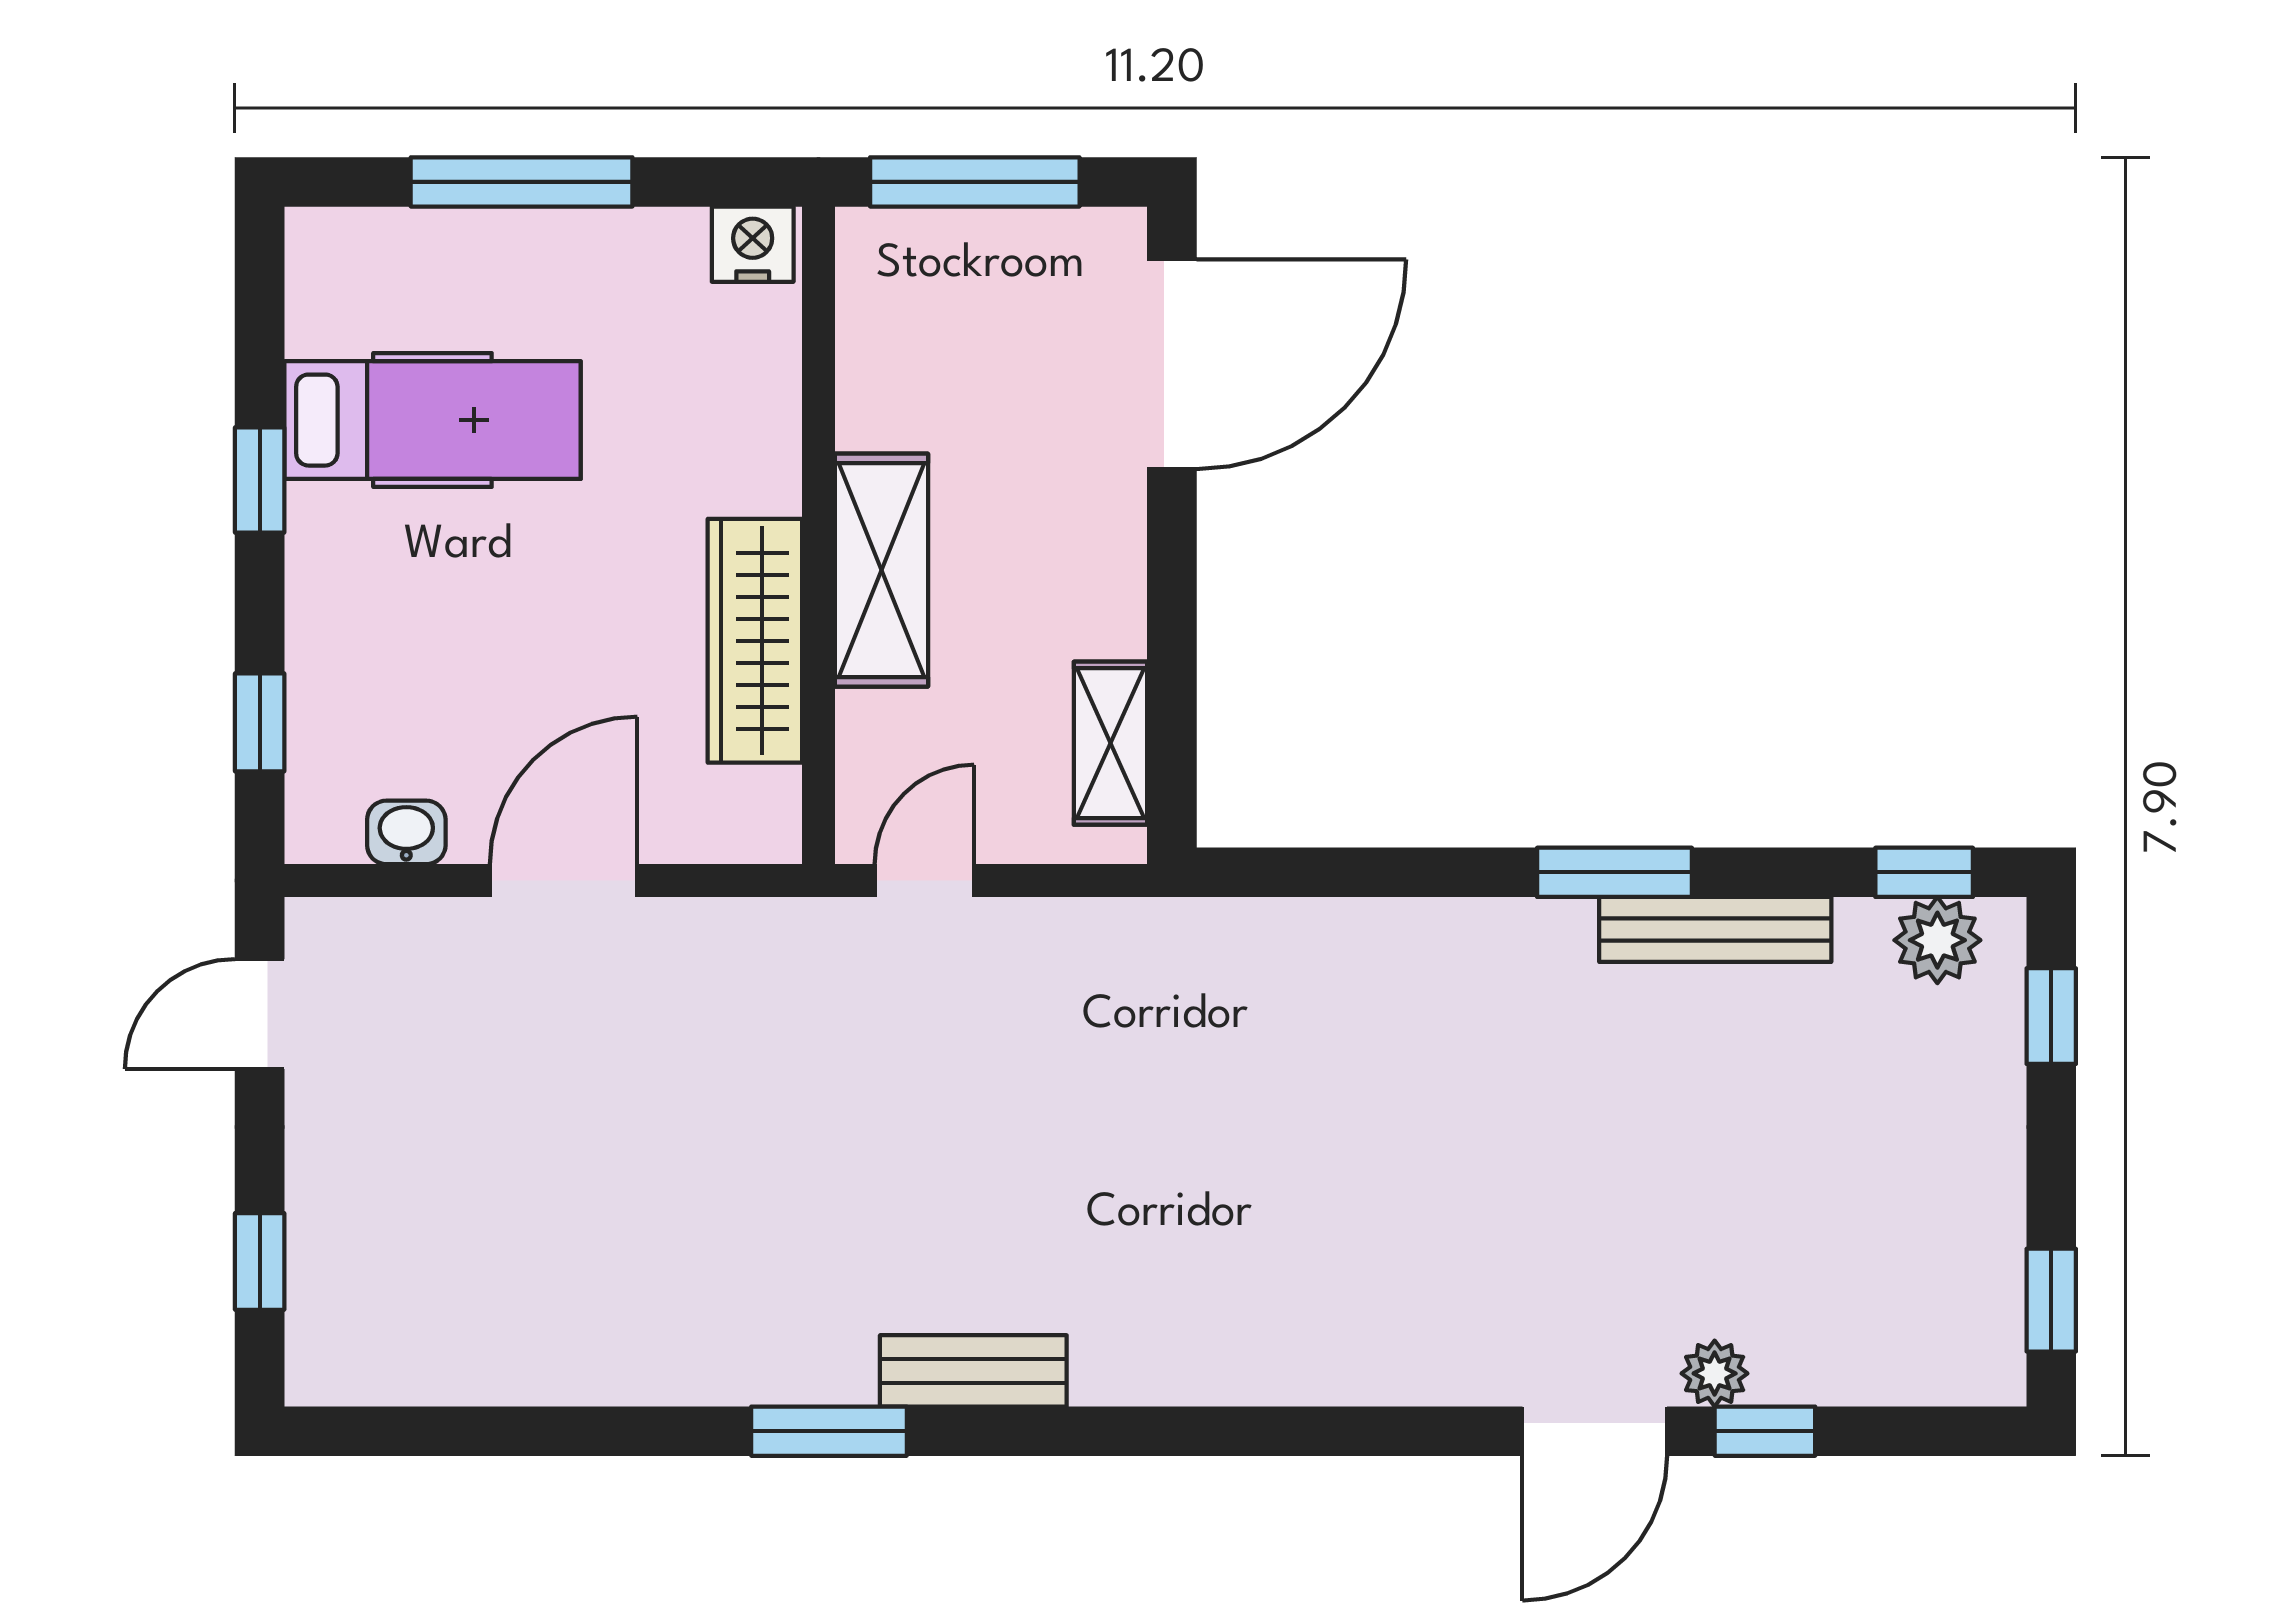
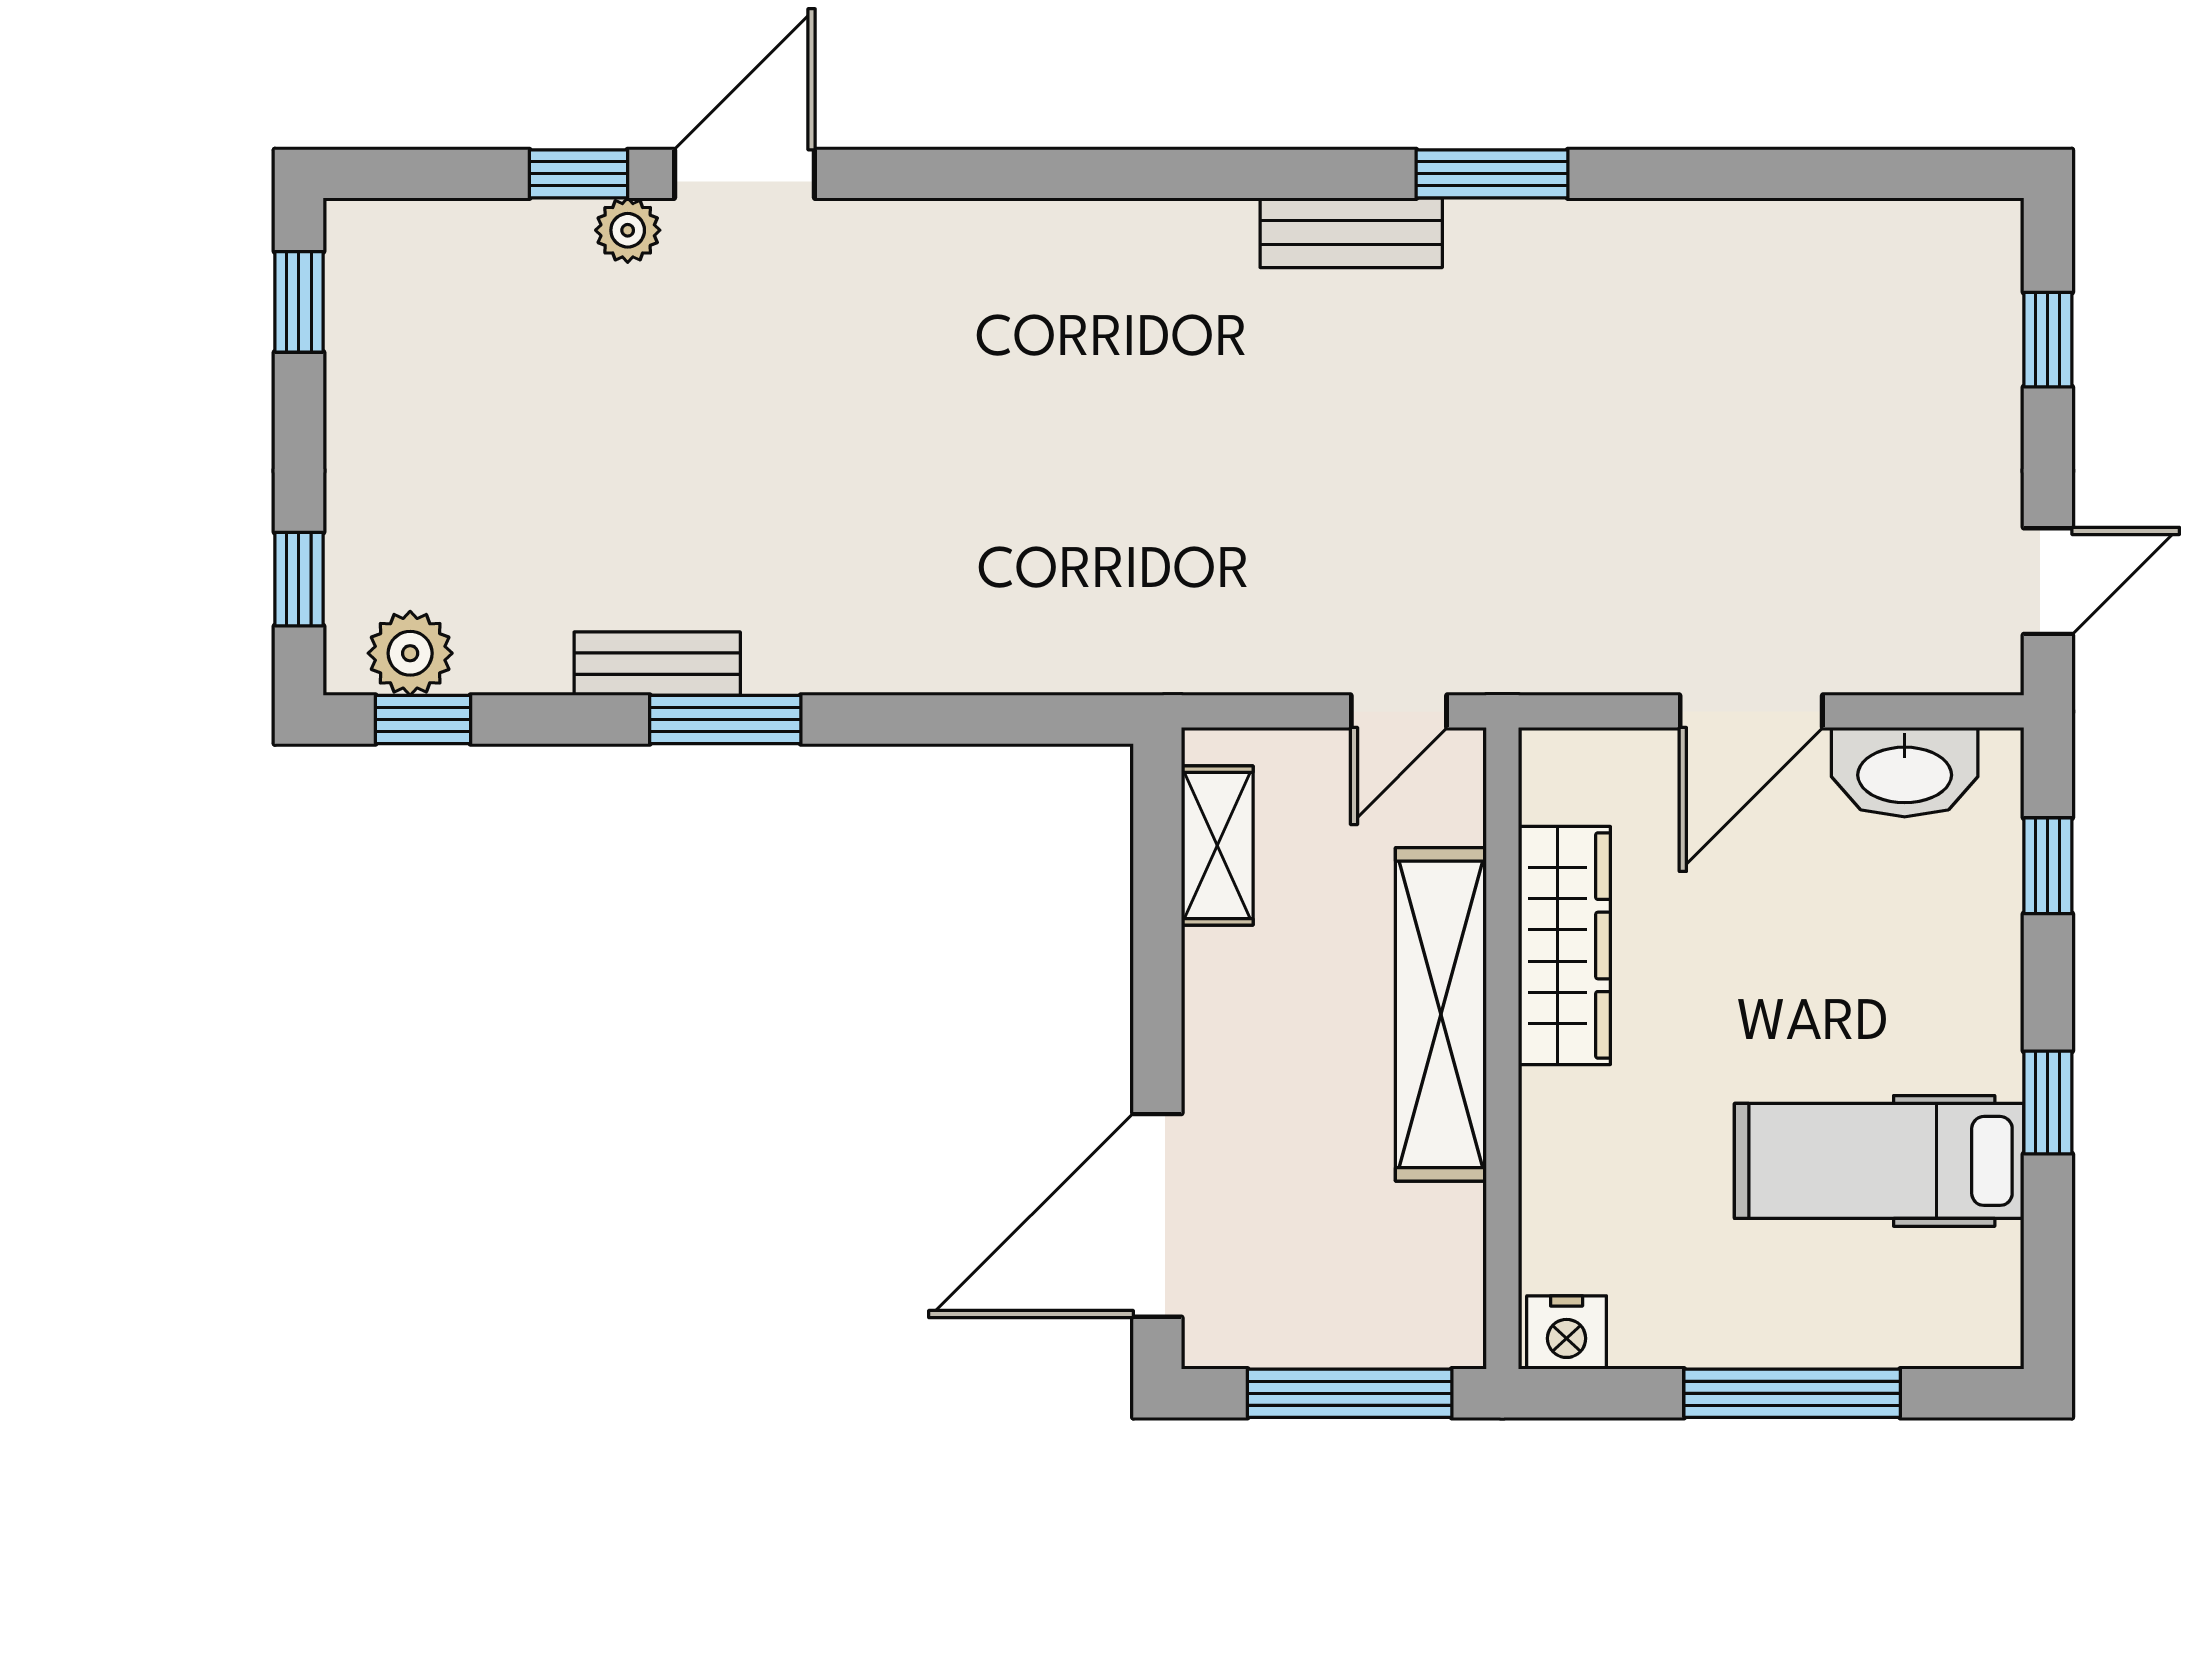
shelving: (881, 570) -> (1441, 1014), width x1.47
washbasin: (406, 832) -> (1905, 772), width x1.91, depth x1.45
bench: (1715, 929) -> (657, 664), width x0.73

